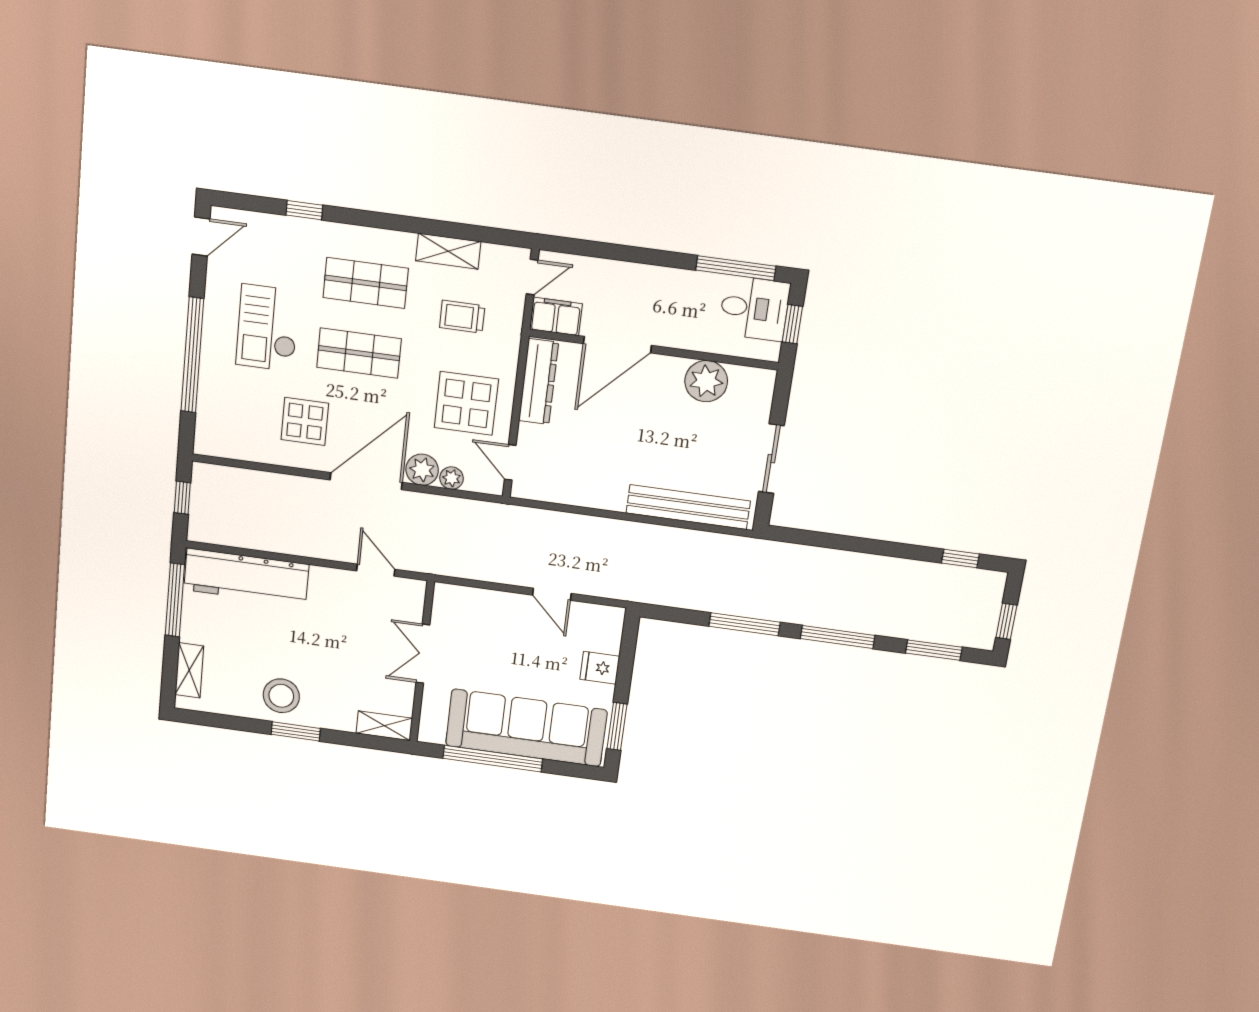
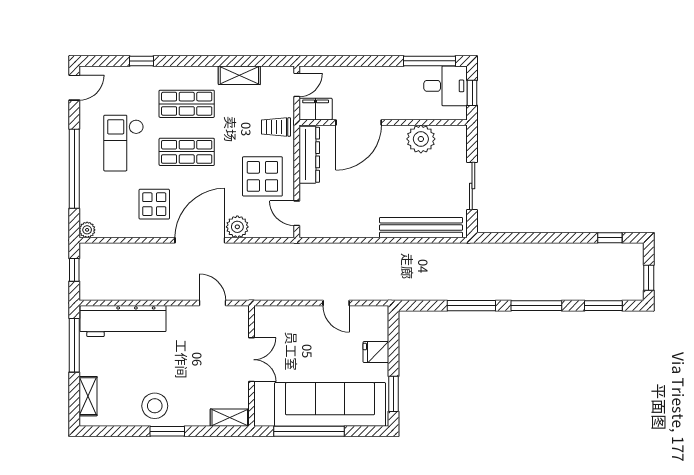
trolley: (462, 317) -> (276, 127), moved
plant: (452, 478) -> (87, 230), moved
double door: (423, 654) -> (252, 360), swing flipped

